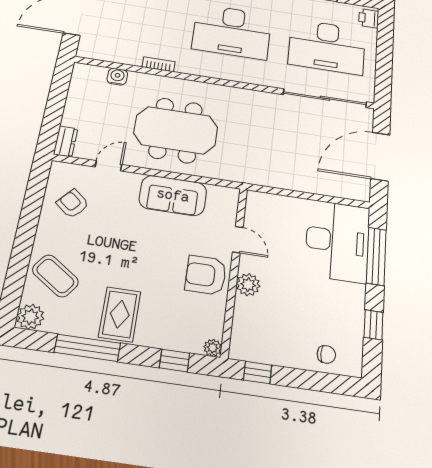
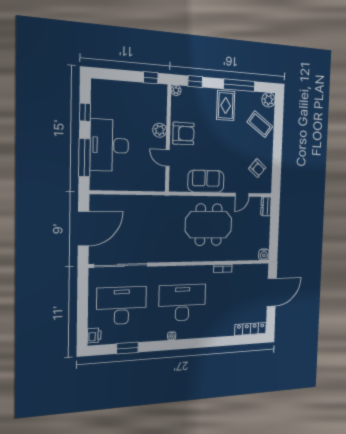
water cooler: (117, 77) -> (264, 254), moved
desk: (337, 241) -> (109, 145), moved
chair: (326, 354) -> (113, 91), removed

